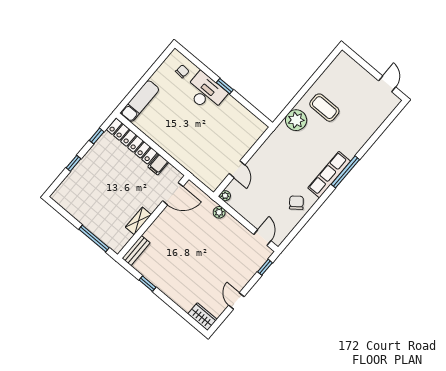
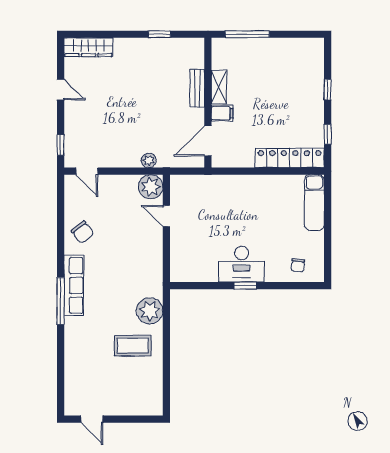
desk: (205, 92) -> (242, 264), moved
filing cabinet: (158, 164) -> (222, 113), moved, turned 90
plant: (225, 196) -> (151, 187), width x1.87, depth x1.87
bench: (136, 251) -> (197, 88), moved
wardrobe: (202, 317) -> (88, 47), width x1.50

